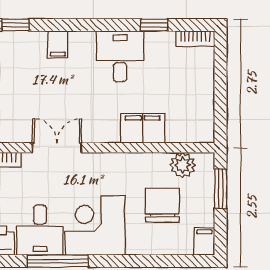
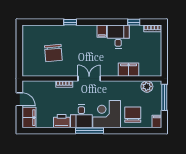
filing cabinet: (58, 44) -> (102, 31), moved
window: (221, 189) -> (164, 97), width x1.44
chair: (162, 205) -> (133, 115), moved

